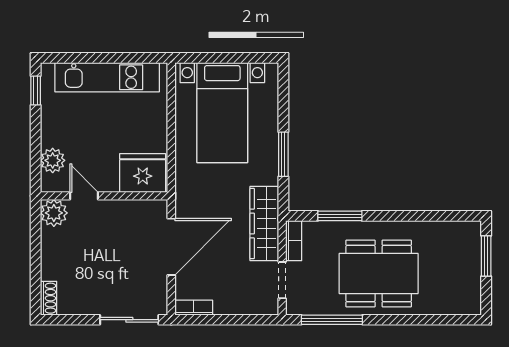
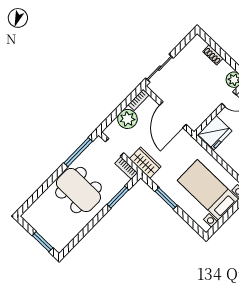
wardrobe: (264, 224) -> (145, 163), width x0.67
dining table: (379, 274) -> (78, 190), turned 90
shoe rack: (48, 298) -> (213, 55), moved
plant: (231, 298) -> (127, 119), added

